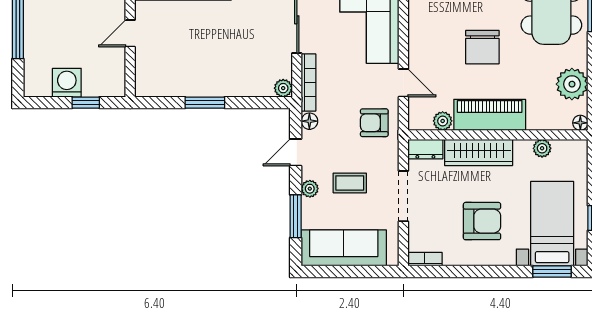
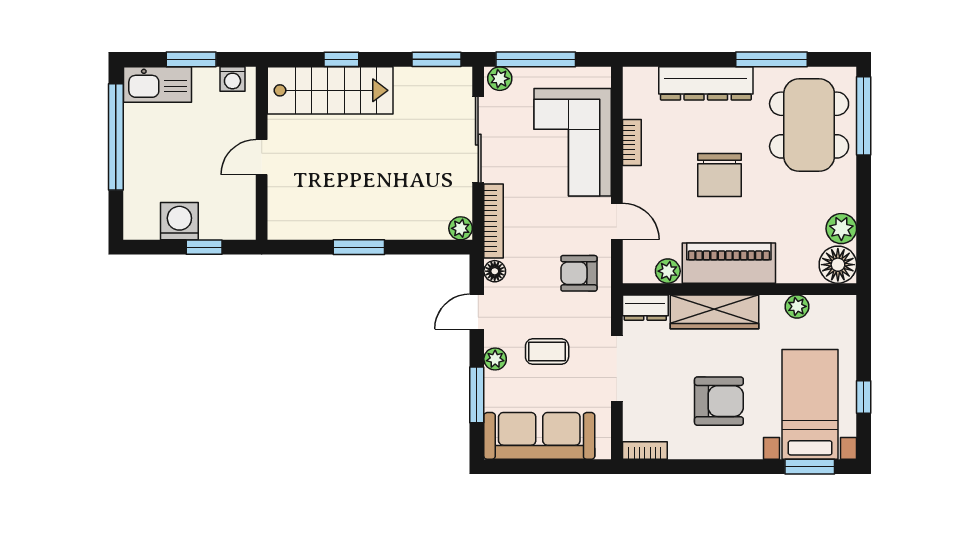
bookcase: (415, 22) -> (632, 142), added
plant: (572, 84) -> (841, 229), width x0.73, depth x0.73
floor lamp: (580, 123) -> (838, 265), width x1.89, depth x1.89

